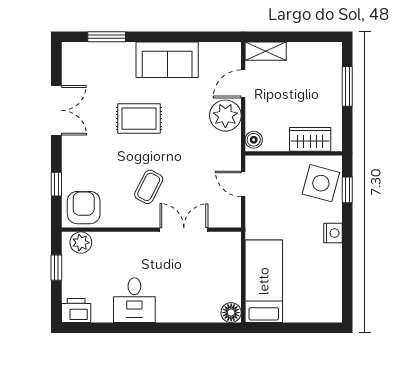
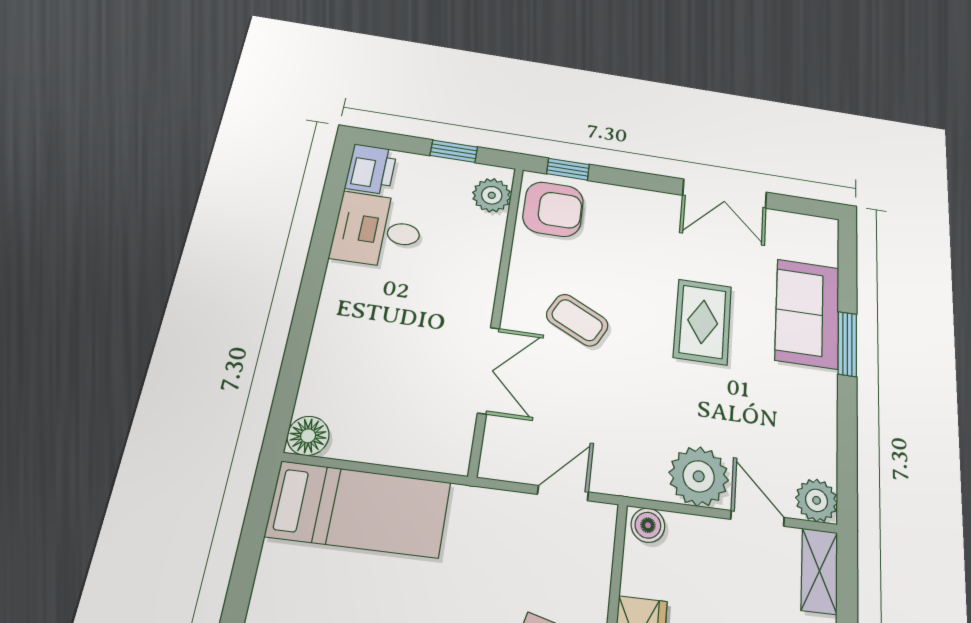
window: (107, 37) -> (847, 344), moved
plant: (230, 53) -> (817, 500), added
sofa: (167, 60) -> (807, 313), moved
window: (56, 184) -> (568, 169), moved
desk: (134, 300) -> (378, 230), moved

